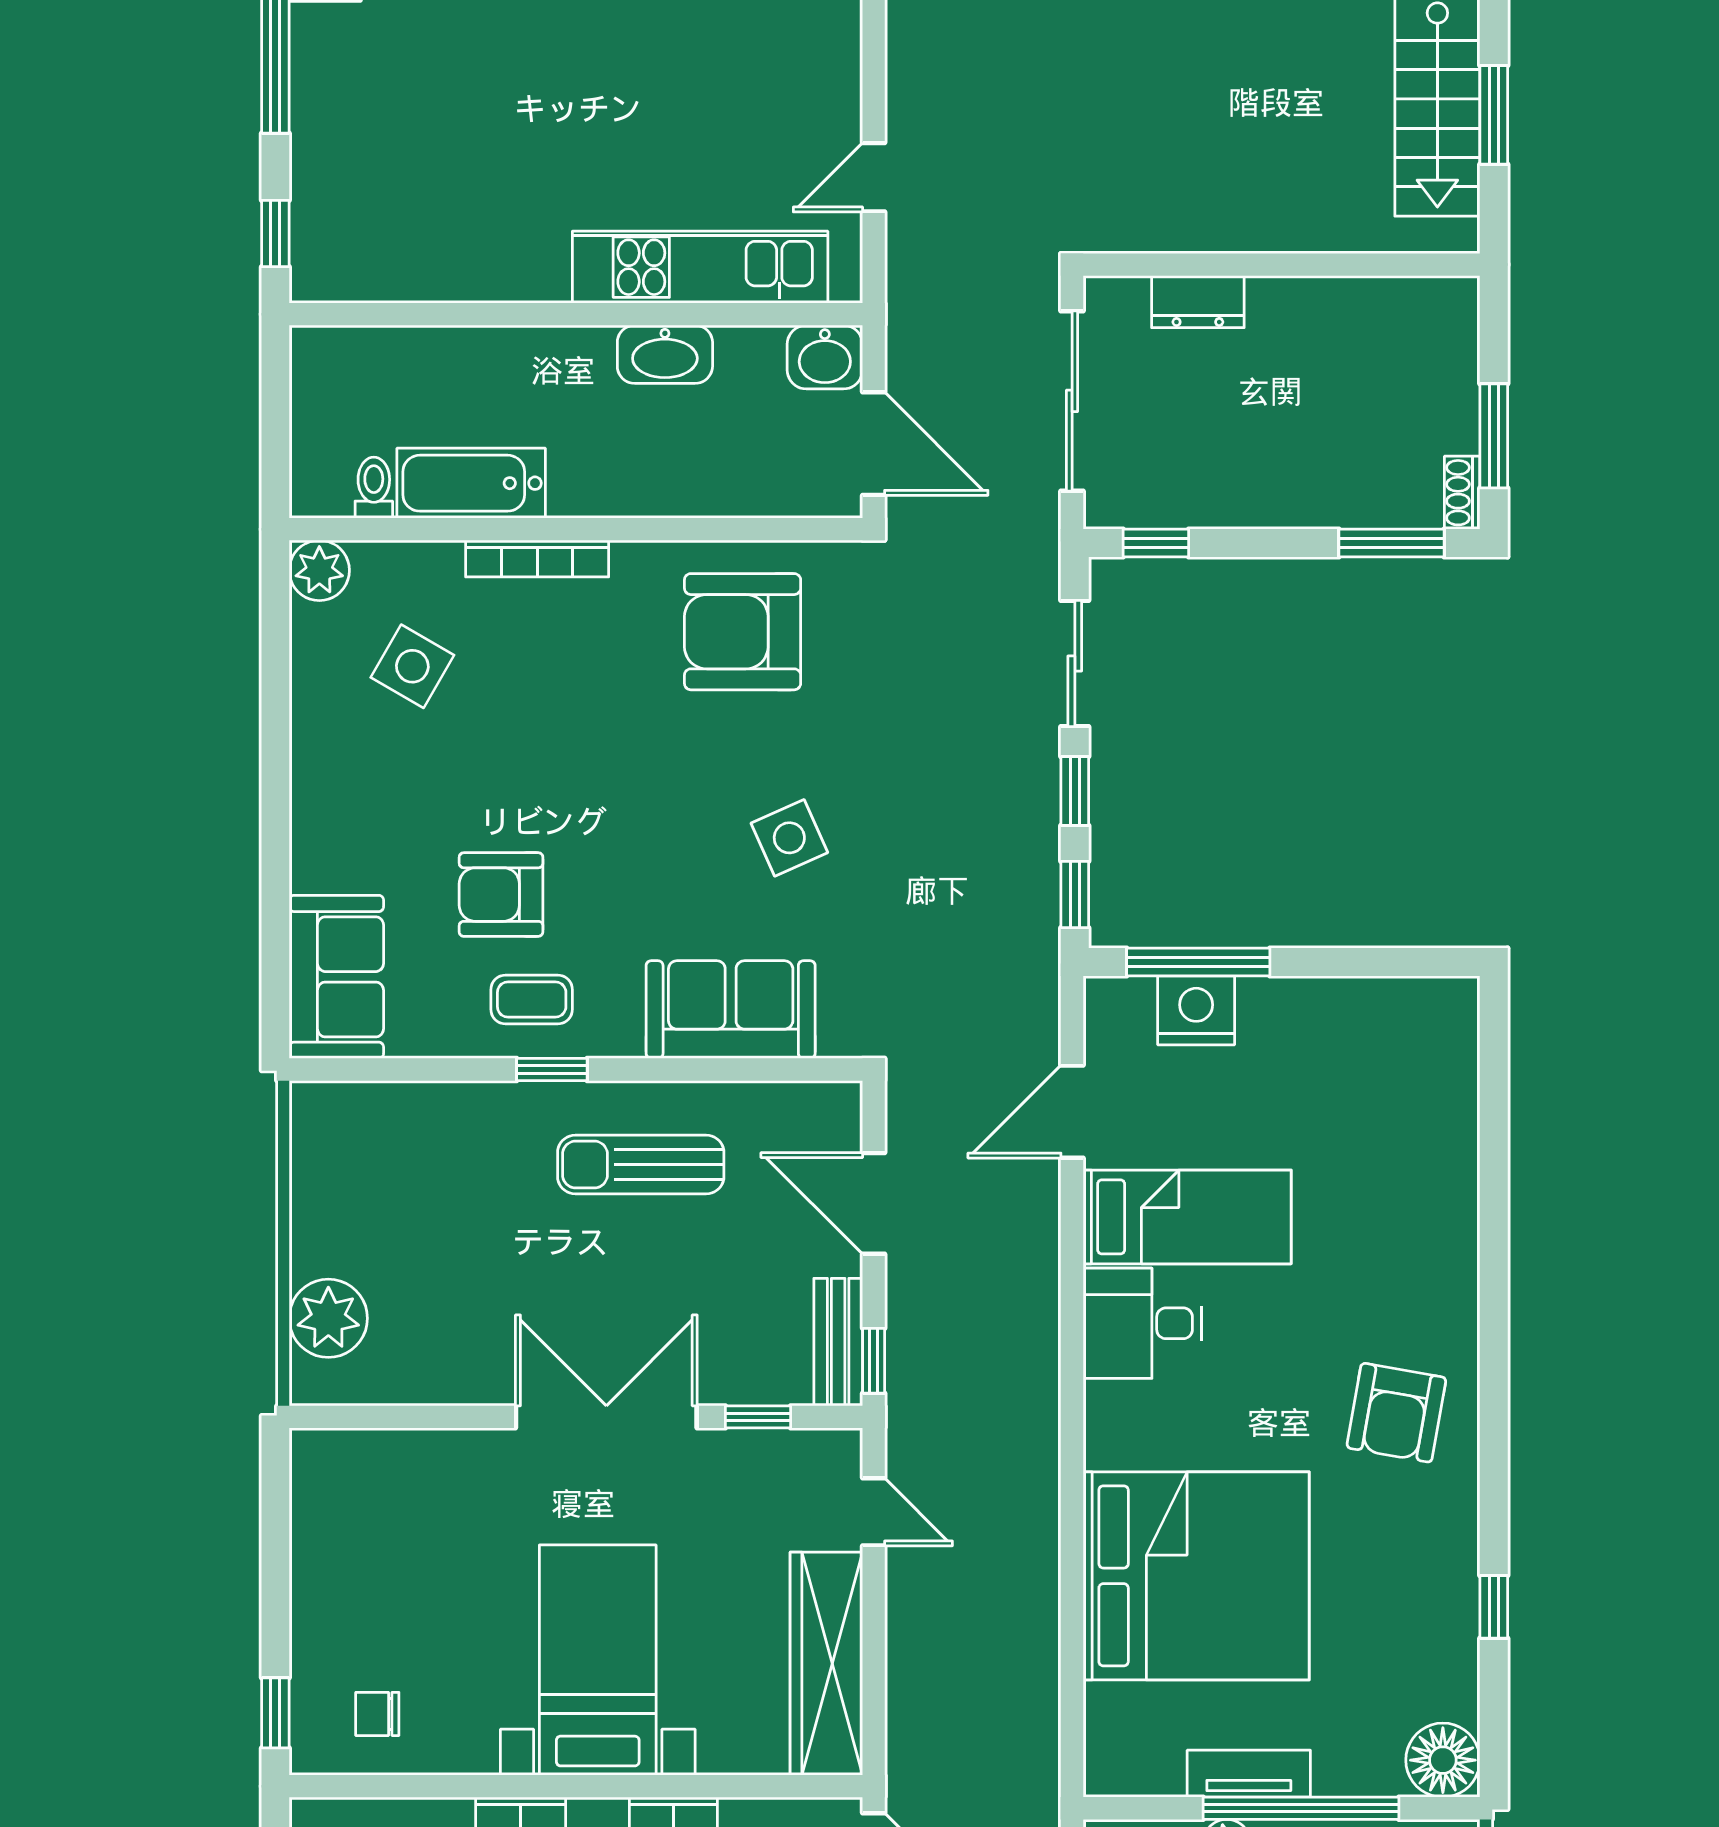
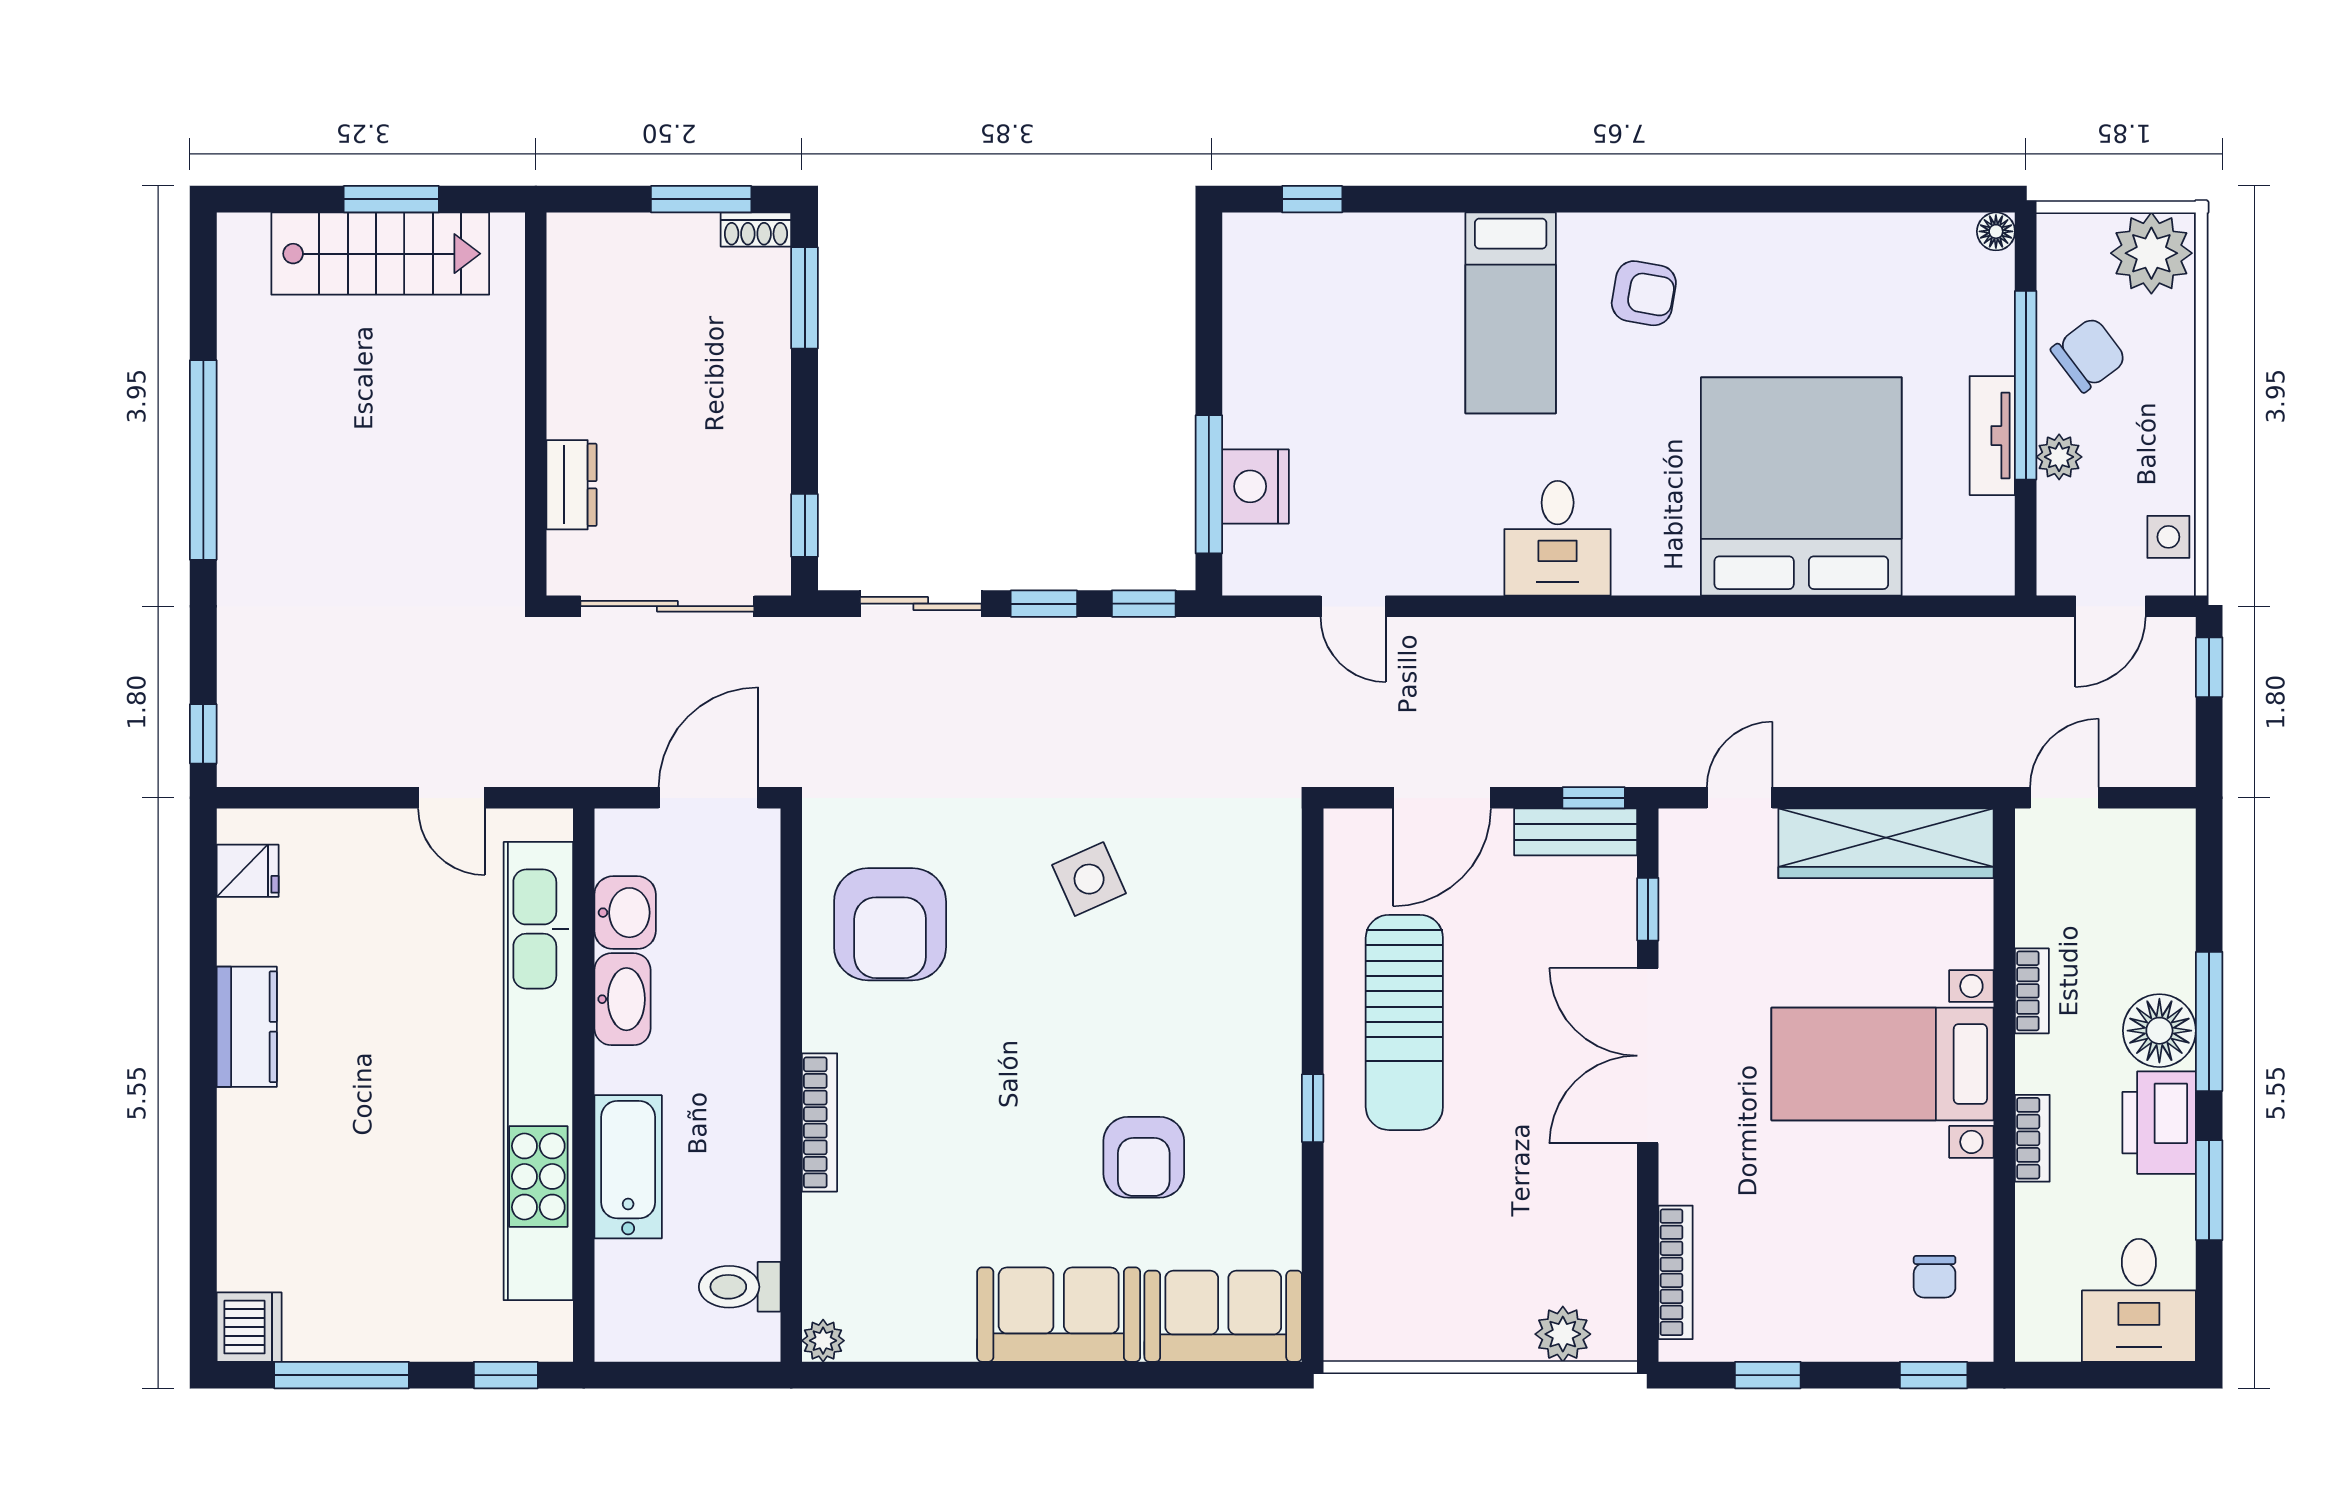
kitchen unit: (700, 267) -> (538, 1071), width x1.86
washbasin: (825, 357) -> (625, 913), moved
bathtub: (471, 483) -> (628, 1167), moved, turned 180
toilet: (374, 488) -> (740, 1287), width x1.37, depth x1.39
plant: (319, 570) -> (823, 1341), width x0.73, depth x0.73
side table: (412, 666) -> (923, 1243), removed
coffee table: (532, 999) -> (1245, 1128), removed
sofa: (731, 1010) -> (1059, 1315), moved, turned 90
door: (1072, 1112) -> (1353, 606), width x0.73
sun lounger: (641, 1165) -> (1404, 1022), width x1.36, depth x1.34
bed: (1187, 1217) -> (1511, 313), moved, turned 180
plant: (328, 1318) -> (1563, 1334), width x0.73, depth x0.73
armchair: (1396, 1413) -> (1644, 293), width x0.72, depth x0.72
bookcase: (382, 1446) -> (1676, 1272), added
window: (275, 1541) -> (1768, 1375), added
window: (1494, 1607) -> (1312, 199), moved
floor lamp: (1443, 1760) -> (1996, 231), width x0.53, depth x0.53

